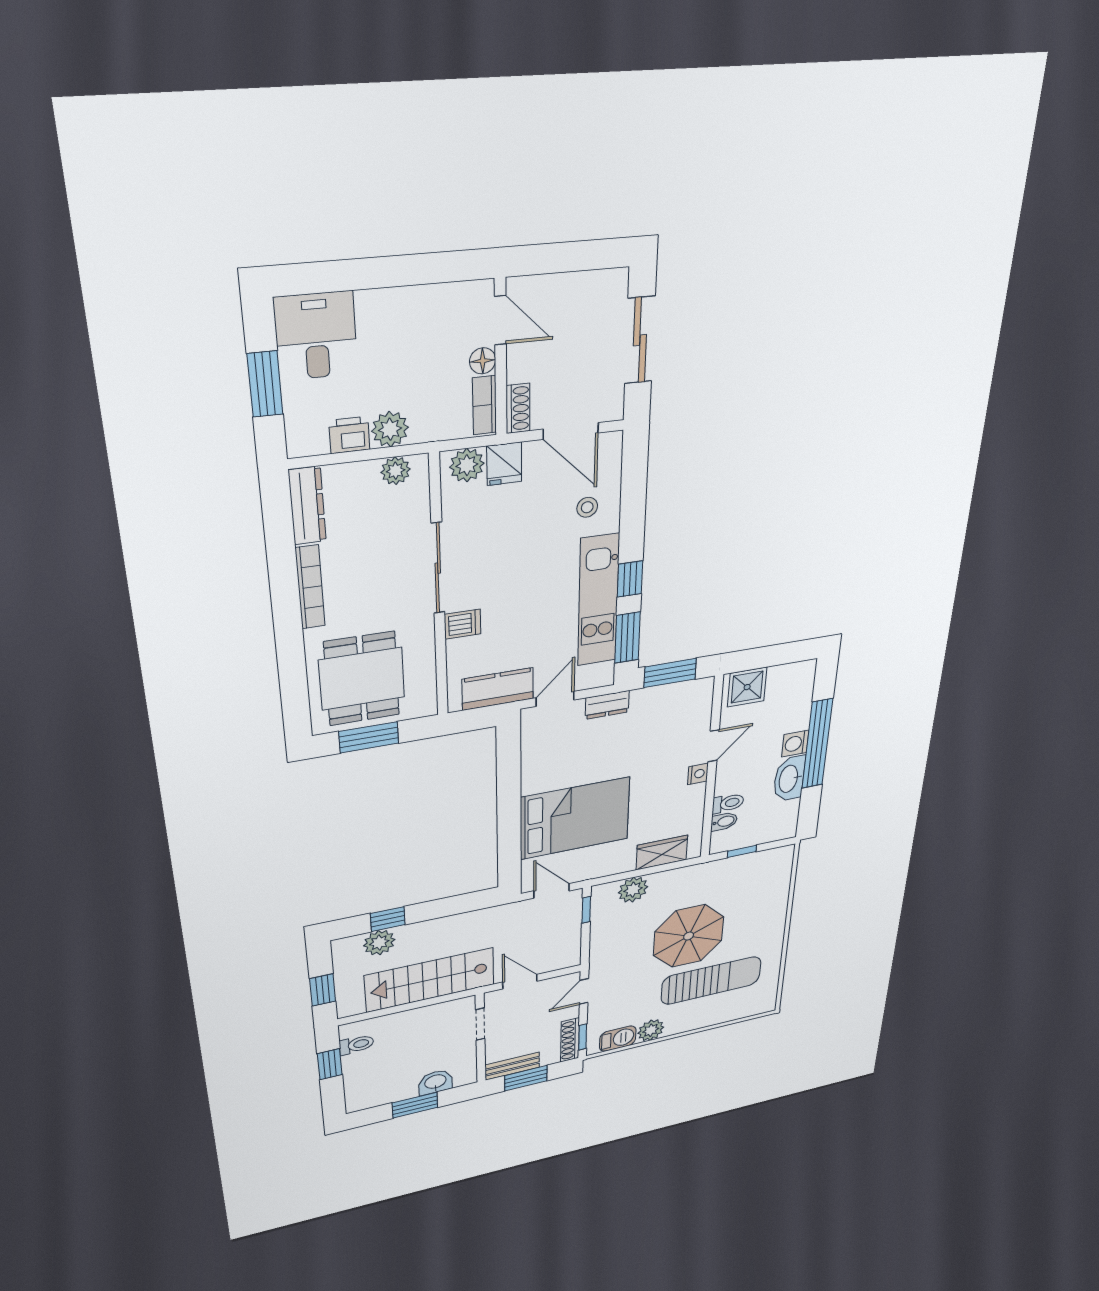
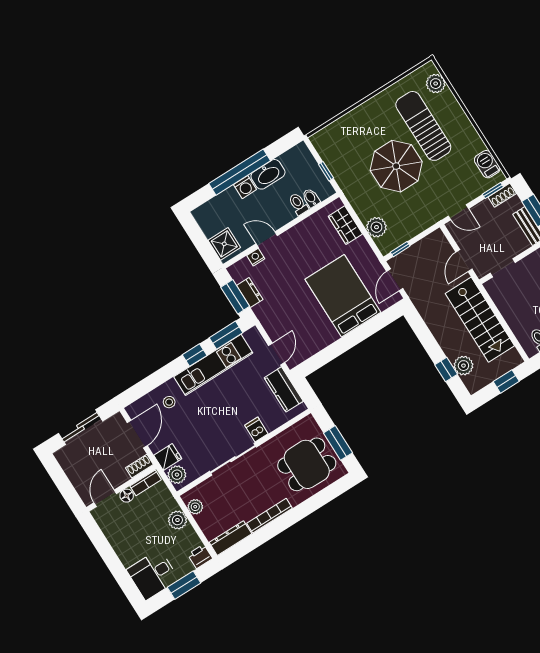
printer: (349, 435) -> (200, 556), moved, turned 90
door: (555, 699) -> (277, 354), swing flipped
dresser: (607, 705) -> (250, 292), moved
nightstand: (698, 774) -> (256, 257), moved
plant: (651, 1030) -> (436, 84), moved
shoe rack: (570, 1040) -> (502, 195), width x0.70

